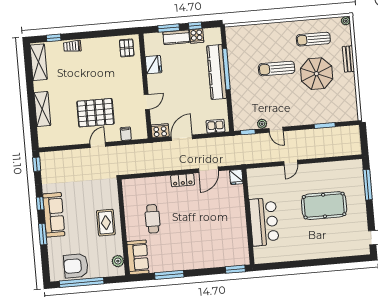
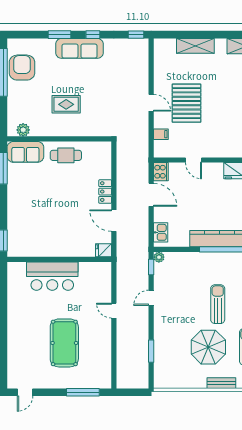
plant: (262, 124) -> (159, 257), moved
wall: (123, 227) -> (59, 139), moved
sofa: (138, 257) -> (25, 152), moved
plant: (118, 261) -> (23, 130), moved

